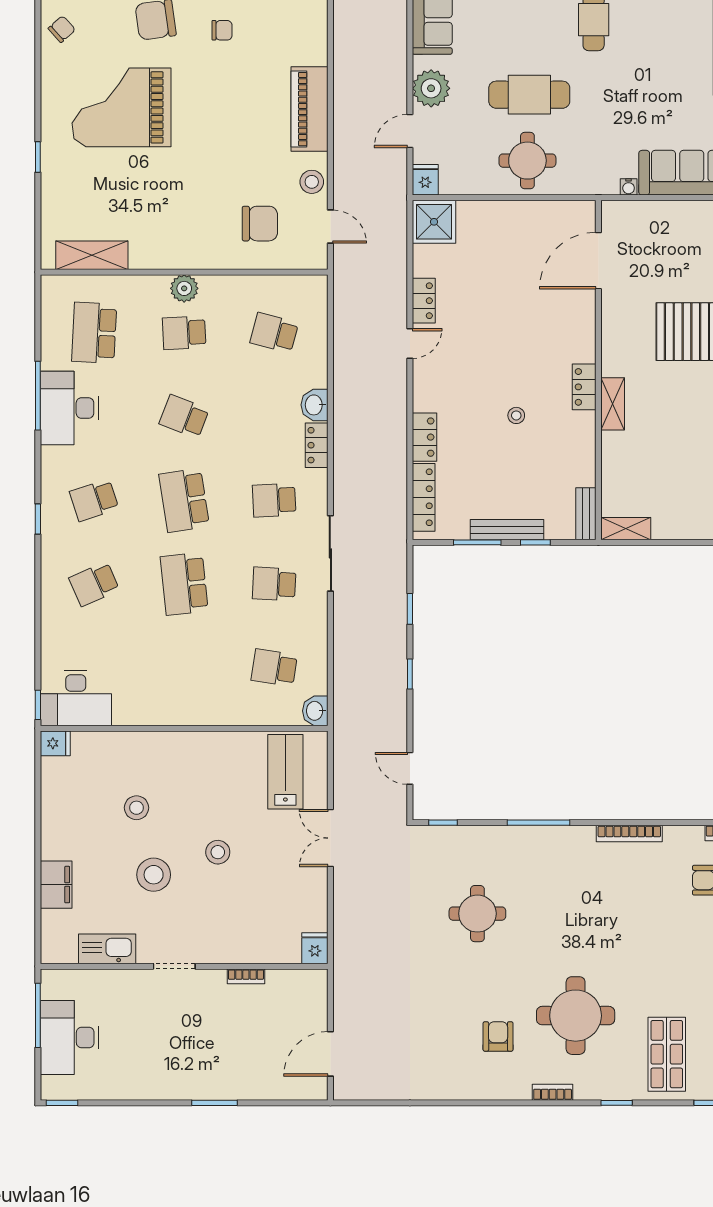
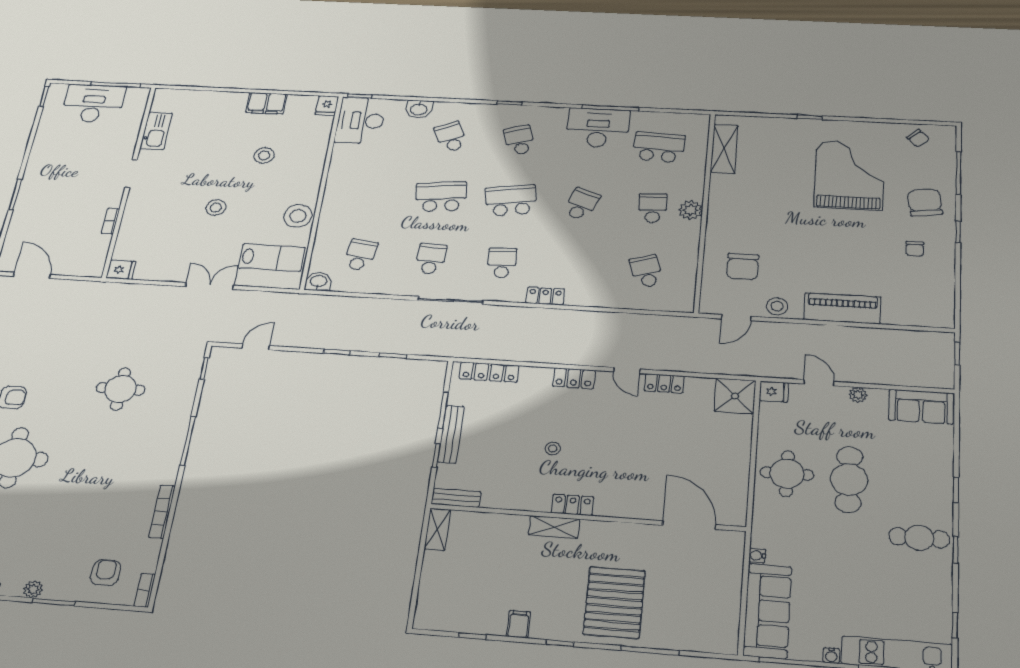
plant: (431, 88) -> (858, 395), width x0.53, depth x0.53
school desk: (274, 333) -> (646, 271), turned -33
washbasin: (315, 405) -> (419, 109), moved, turned 180
locker: (425, 437) -> (574, 378), moved
stool: (154, 875) -> (298, 216), moved
filing cabinet: (56, 885) -> (266, 103), moved

